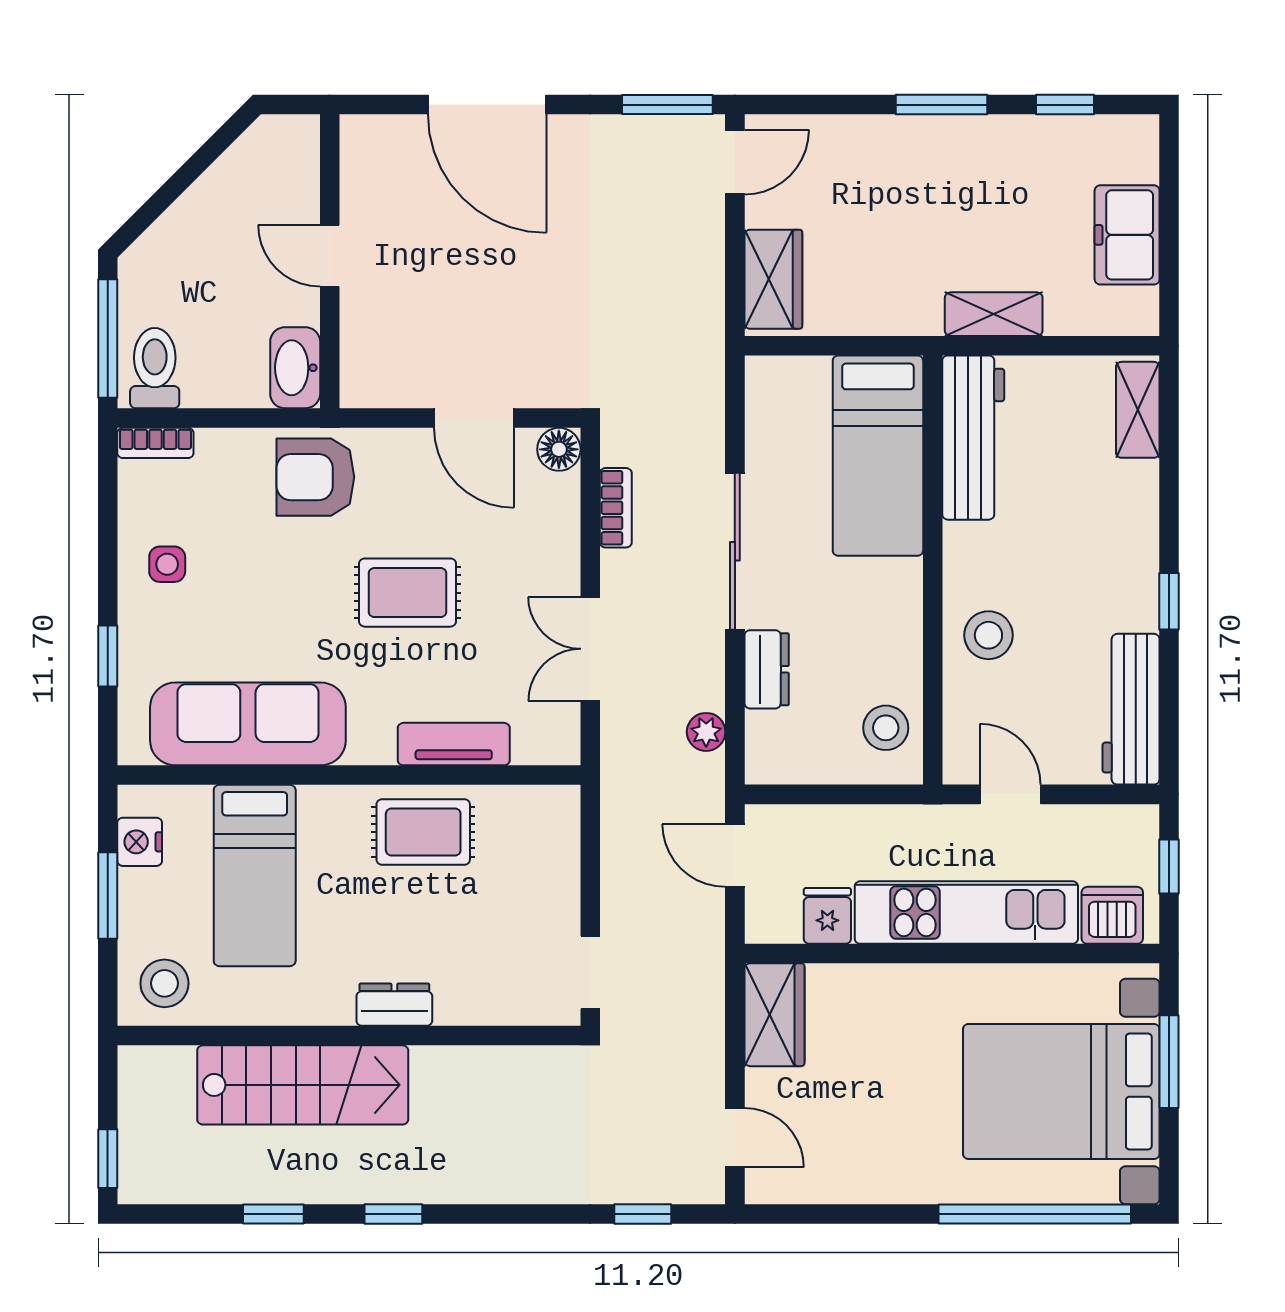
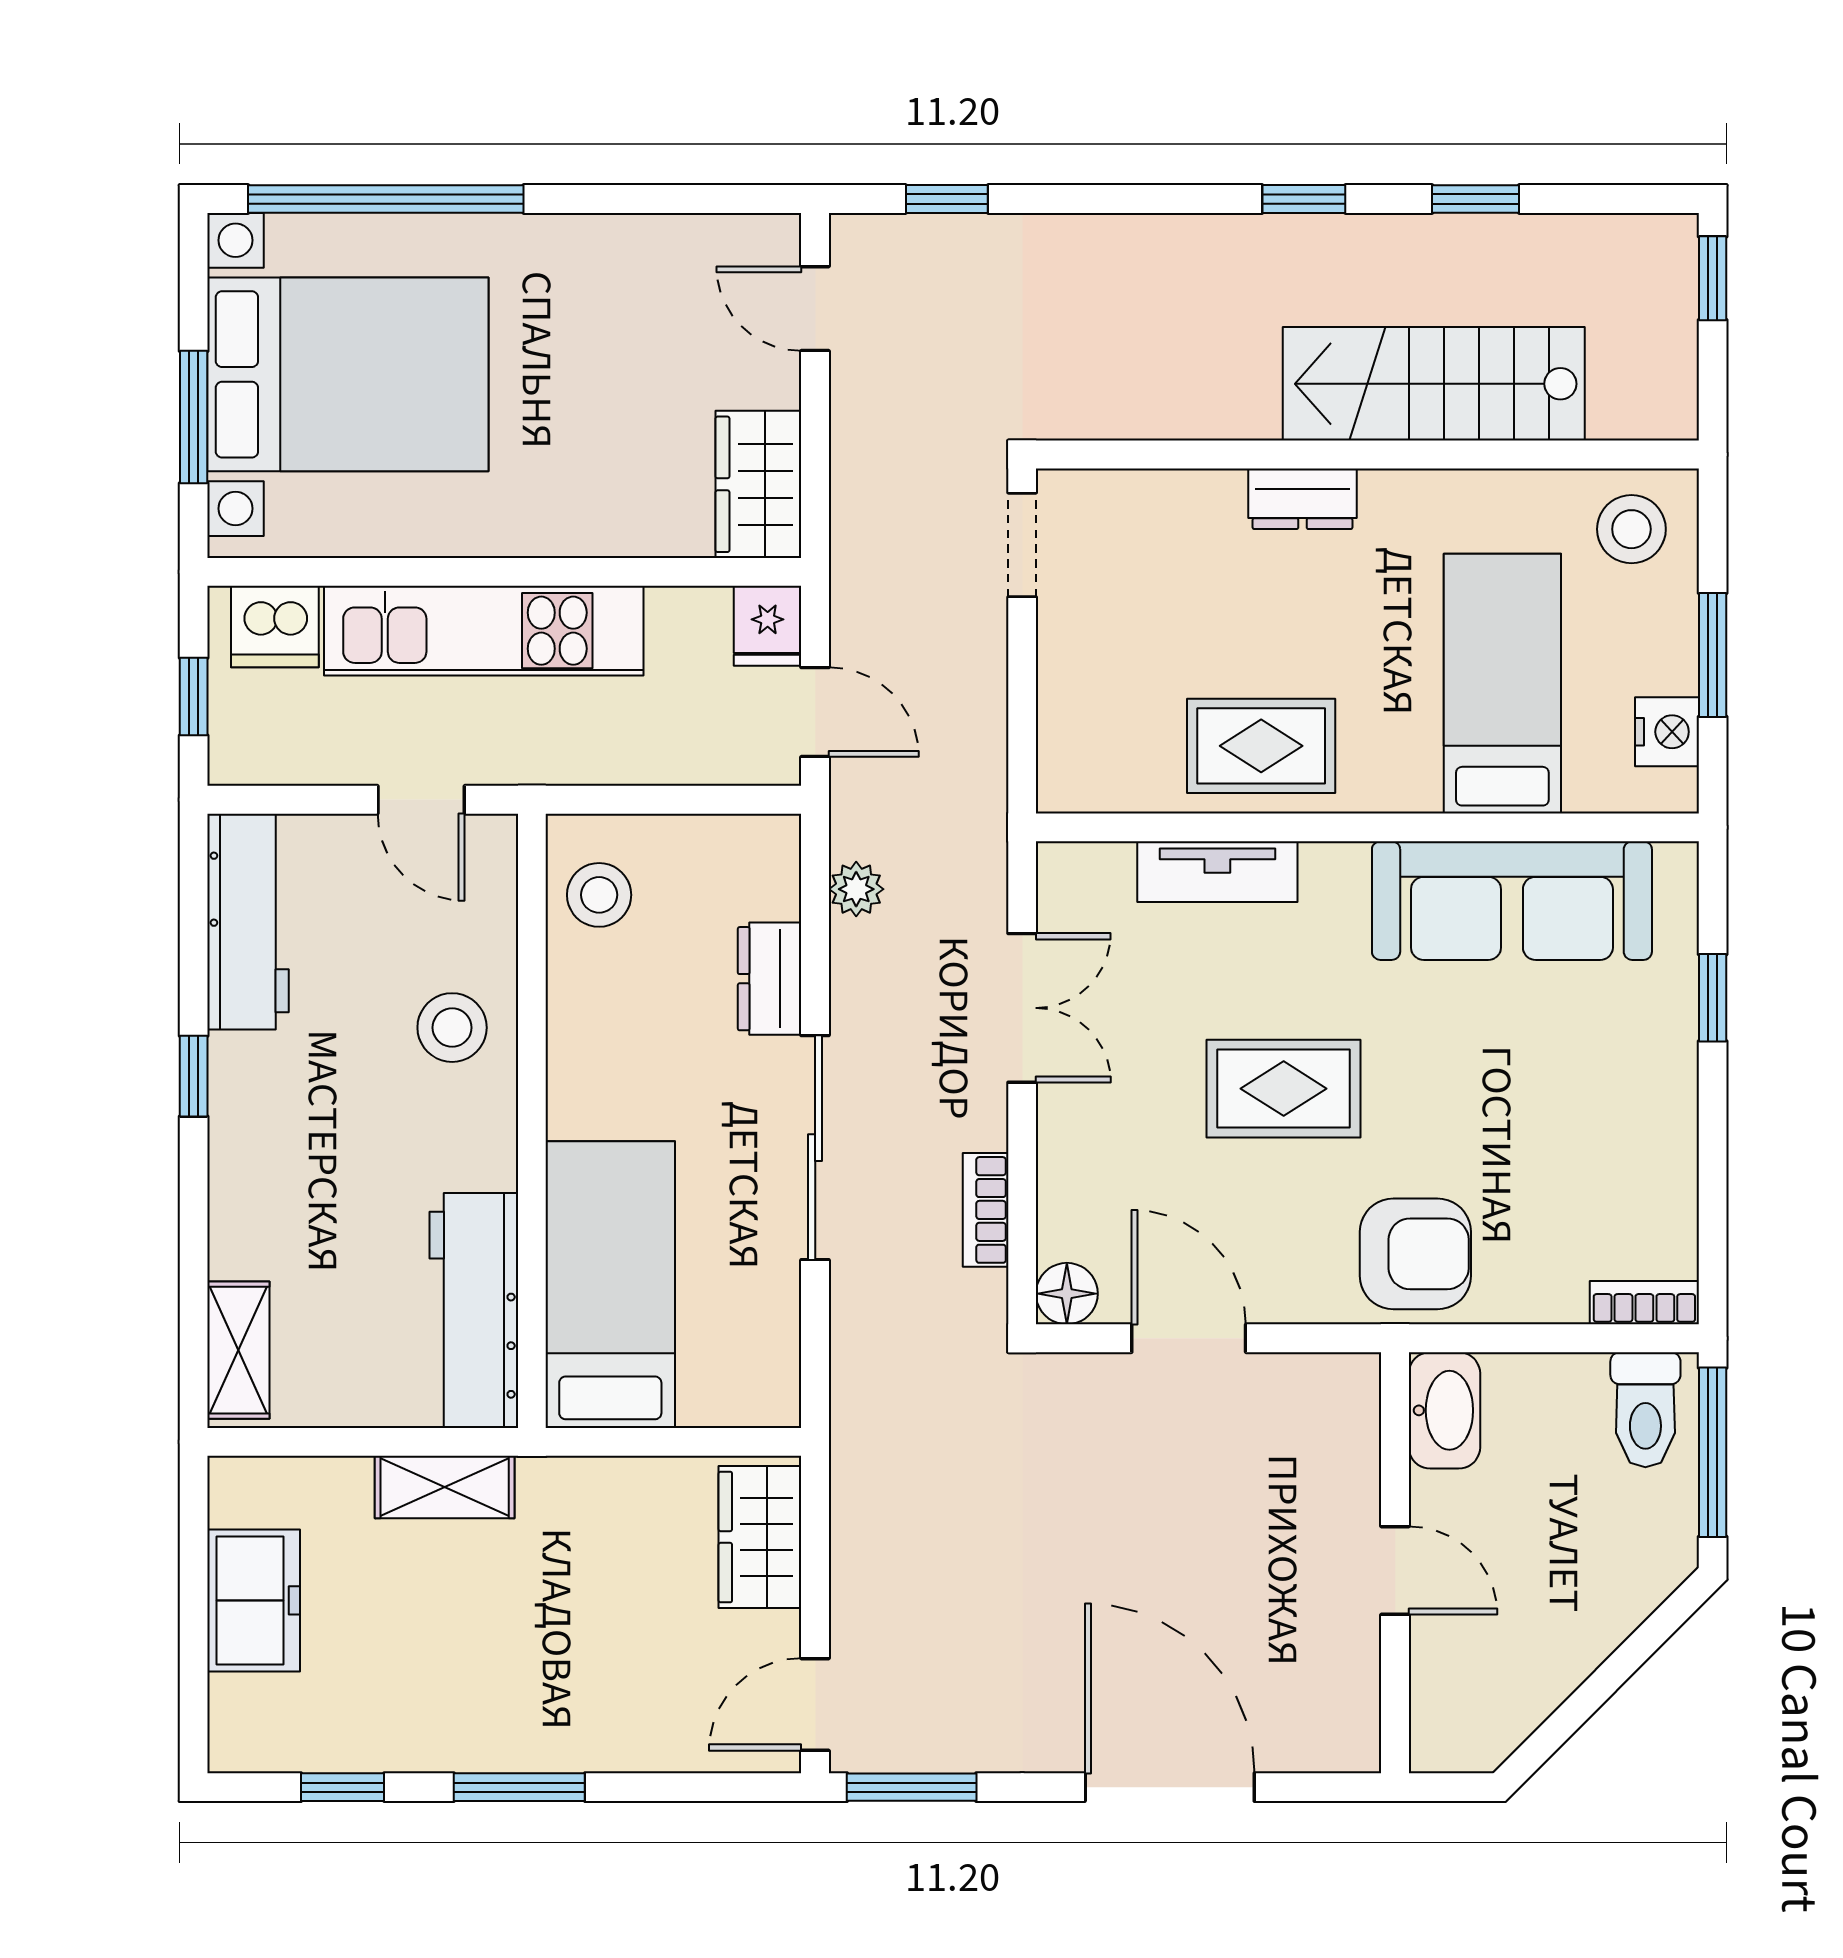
side table: (167, 564) -> (1628, 1129), removed
fridge: (827, 916) -> (768, 626), moved

